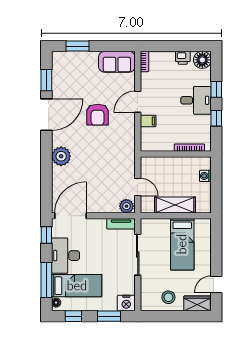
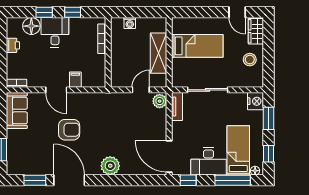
floor lamp: (202, 60) -> (31, 26), moved

